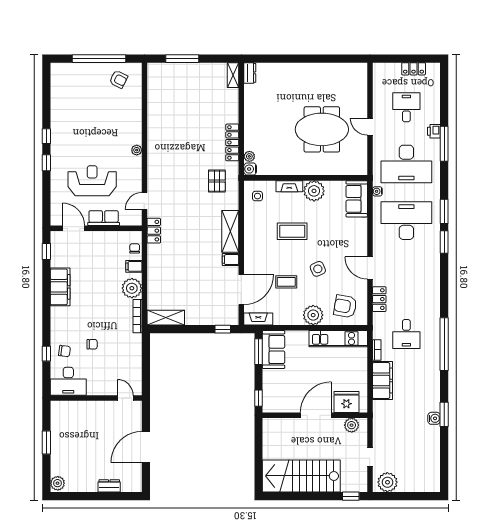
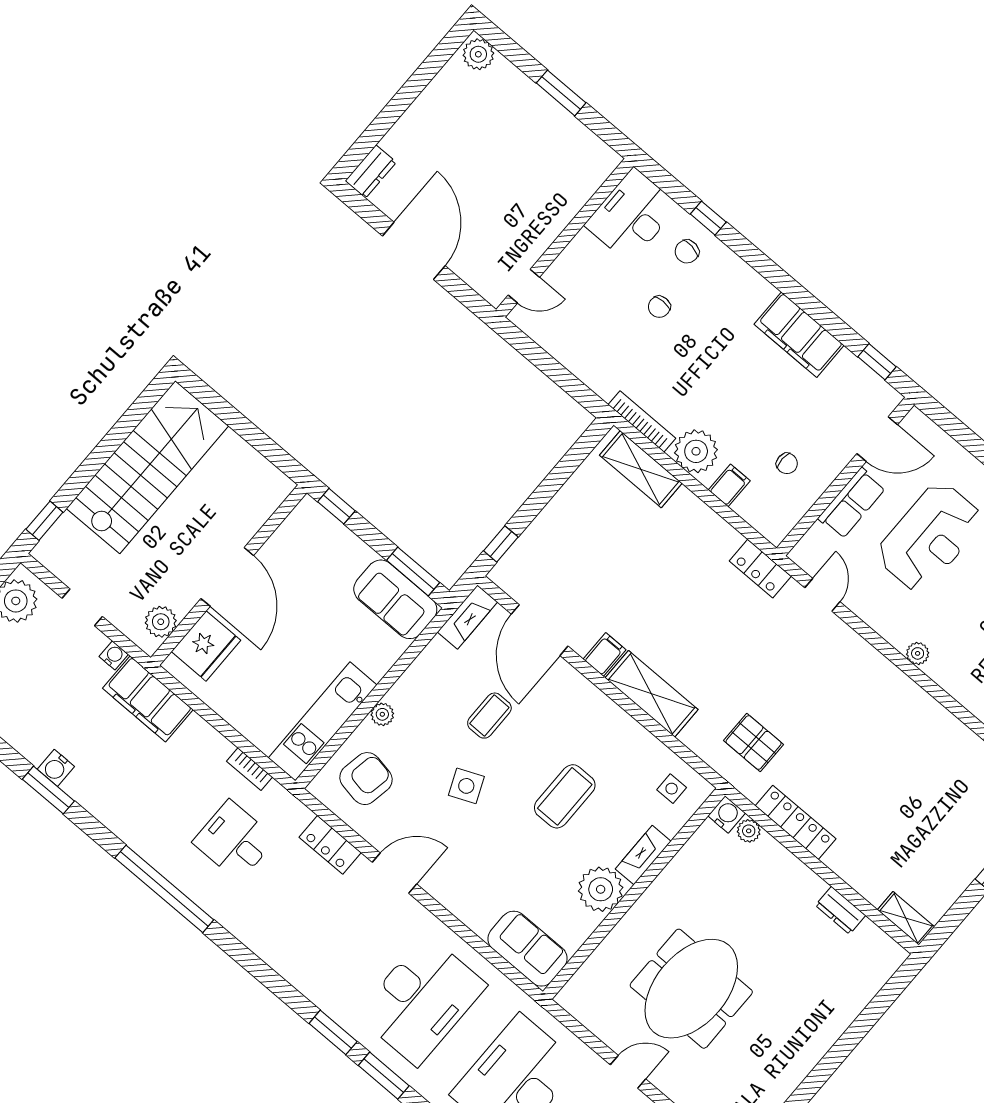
dresser: (250, 73) -> (840, 910), moved
water cooler: (377, 191) -> (114, 655), moved
chair: (135, 248) -> (787, 463), moved
plant: (313, 315) -> (382, 714), width x0.53, depth x0.53
shelving: (166, 318) -> (641, 469), moved, turned 90
filing cabinet: (382, 381) -> (148, 699), moved
dresser: (109, 486) -> (371, 171), moved

